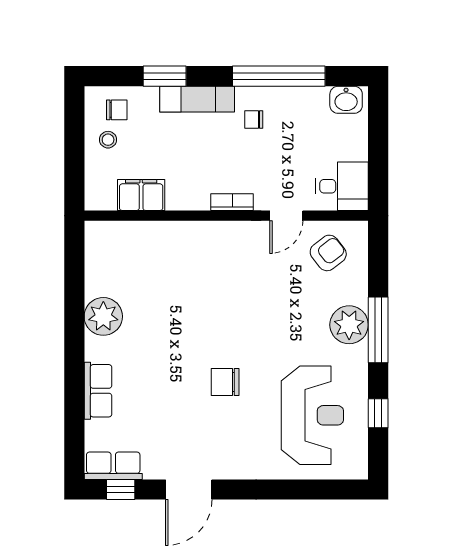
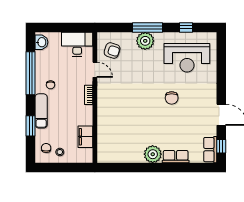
desk: (342, 186) -> (77, 44), width x1.37
armchair: (328, 253) -> (112, 50), turned 146
plant: (103, 316) -> (153, 154), moved
reception desk: (312, 415) -> (187, 58), turned 180

